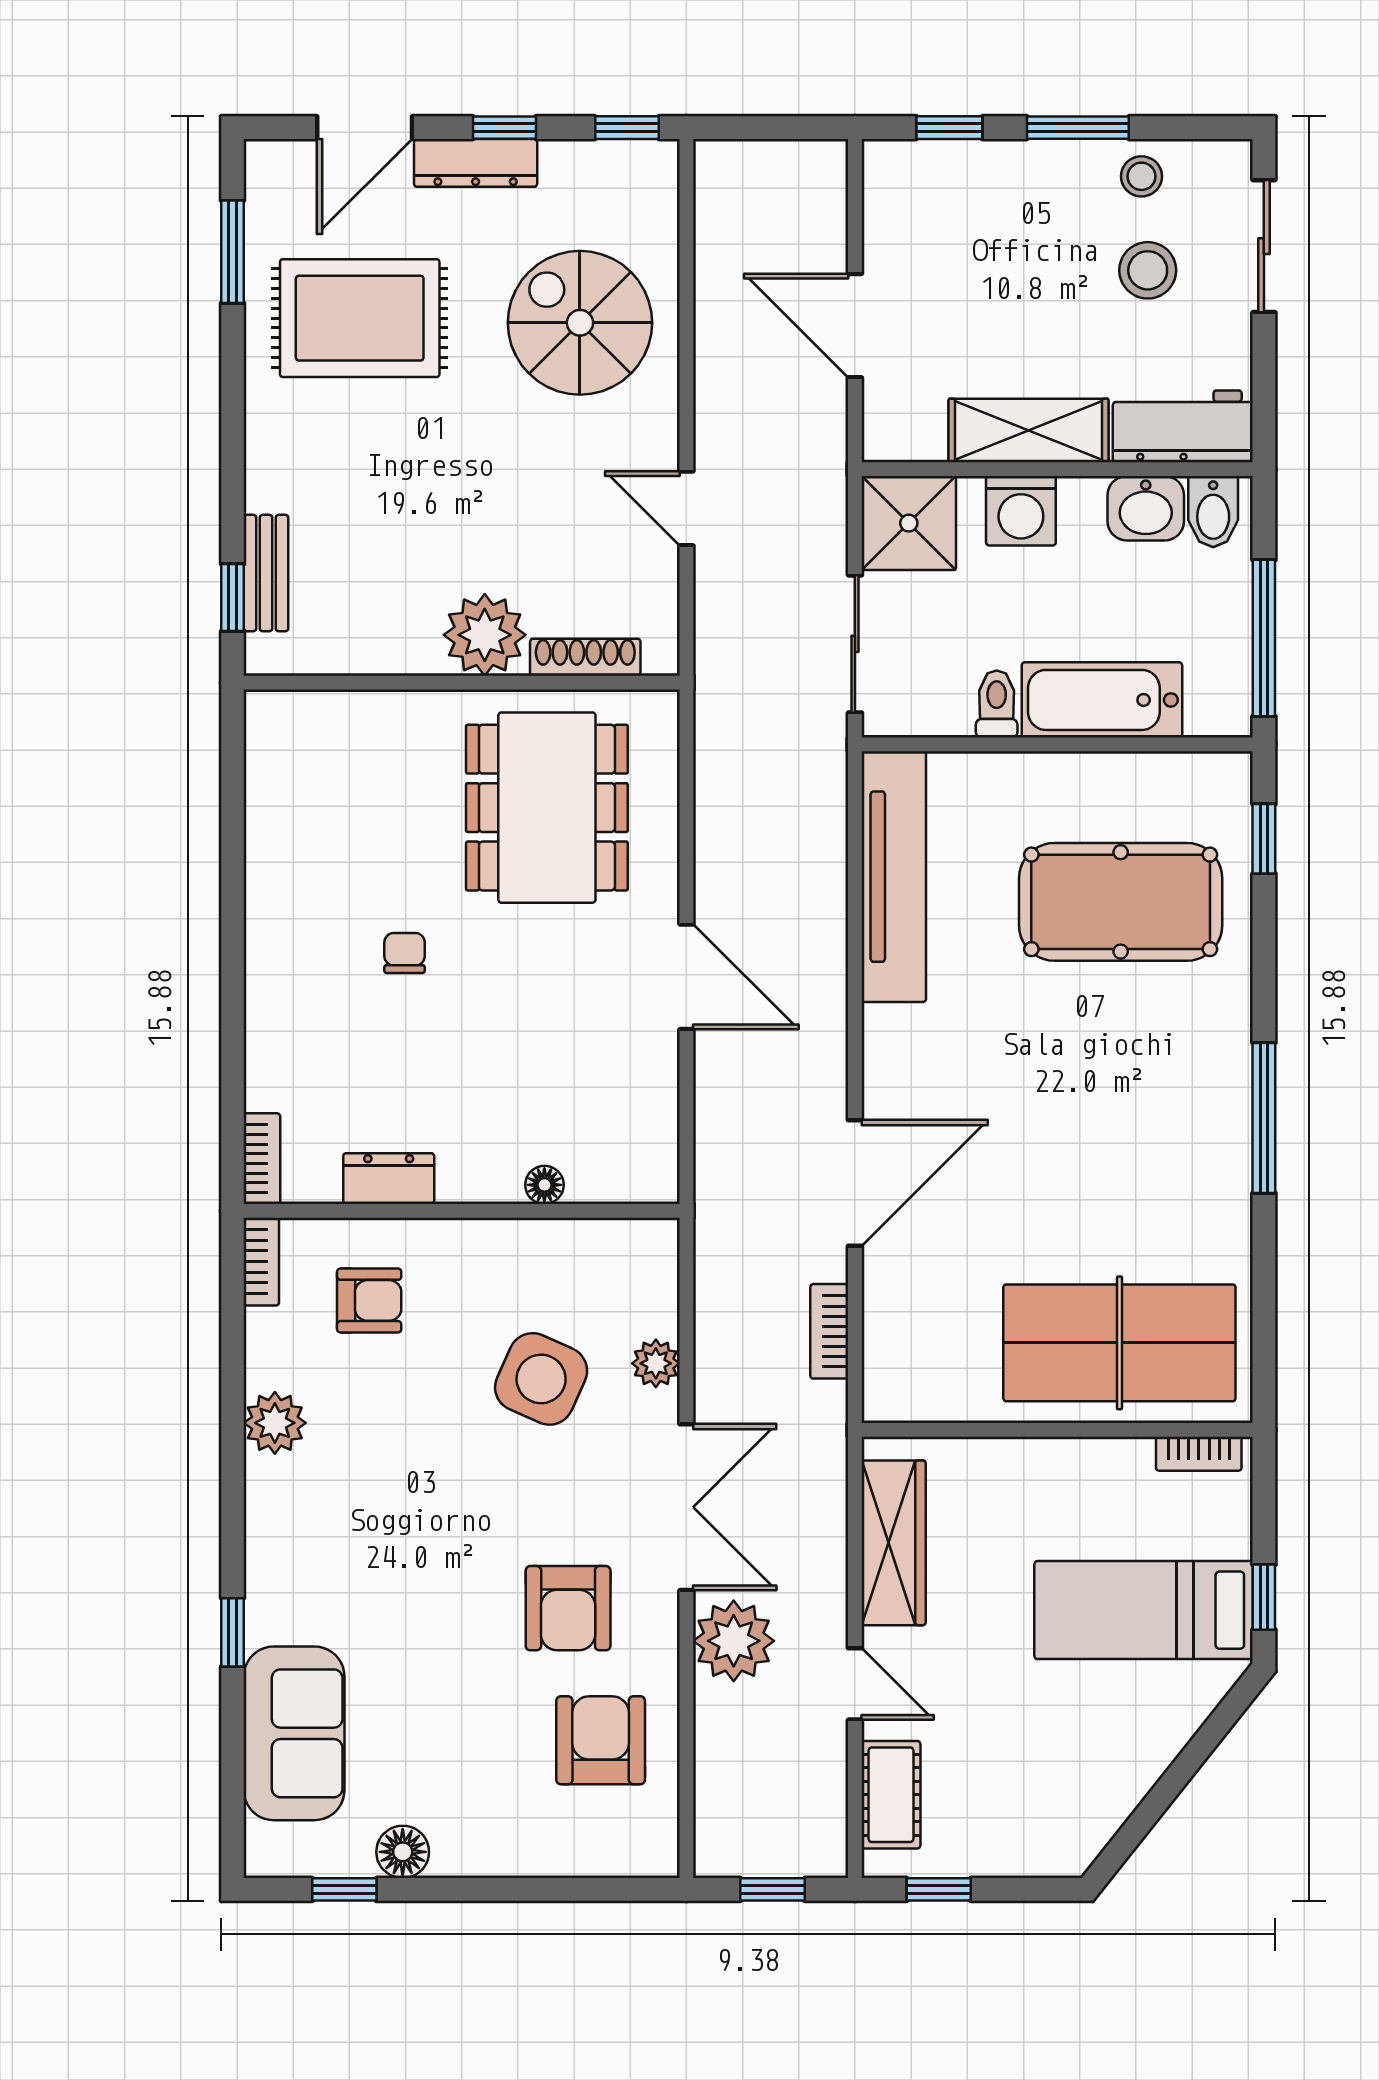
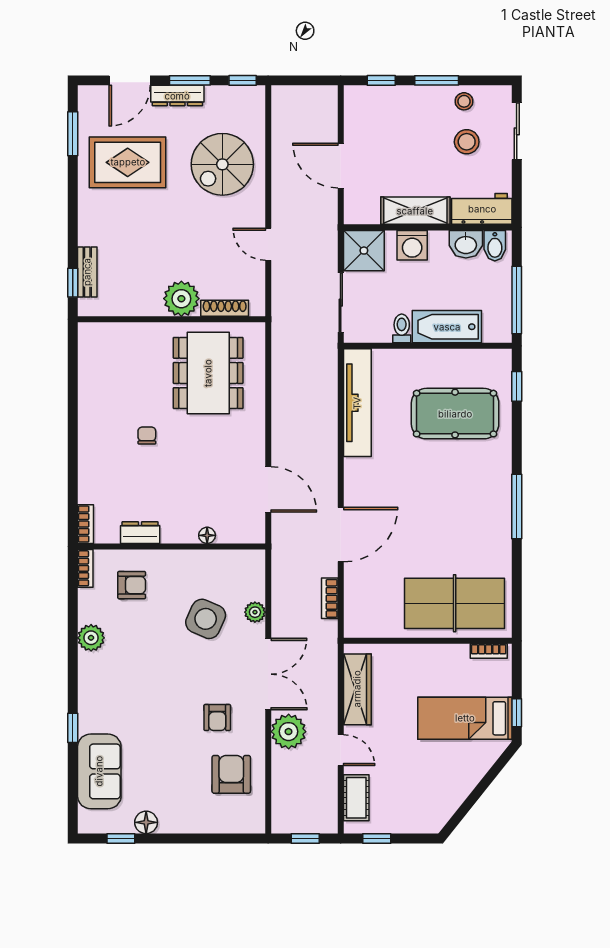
window: (504, 128) -> (190, 80), width x1.50
spiral stairs: (580, 323) -> (222, 164), turned -90
door: (686, 977) -> (268, 489), moved
armchair: (568, 1608) -> (217, 718), width x0.72, depth x0.72

